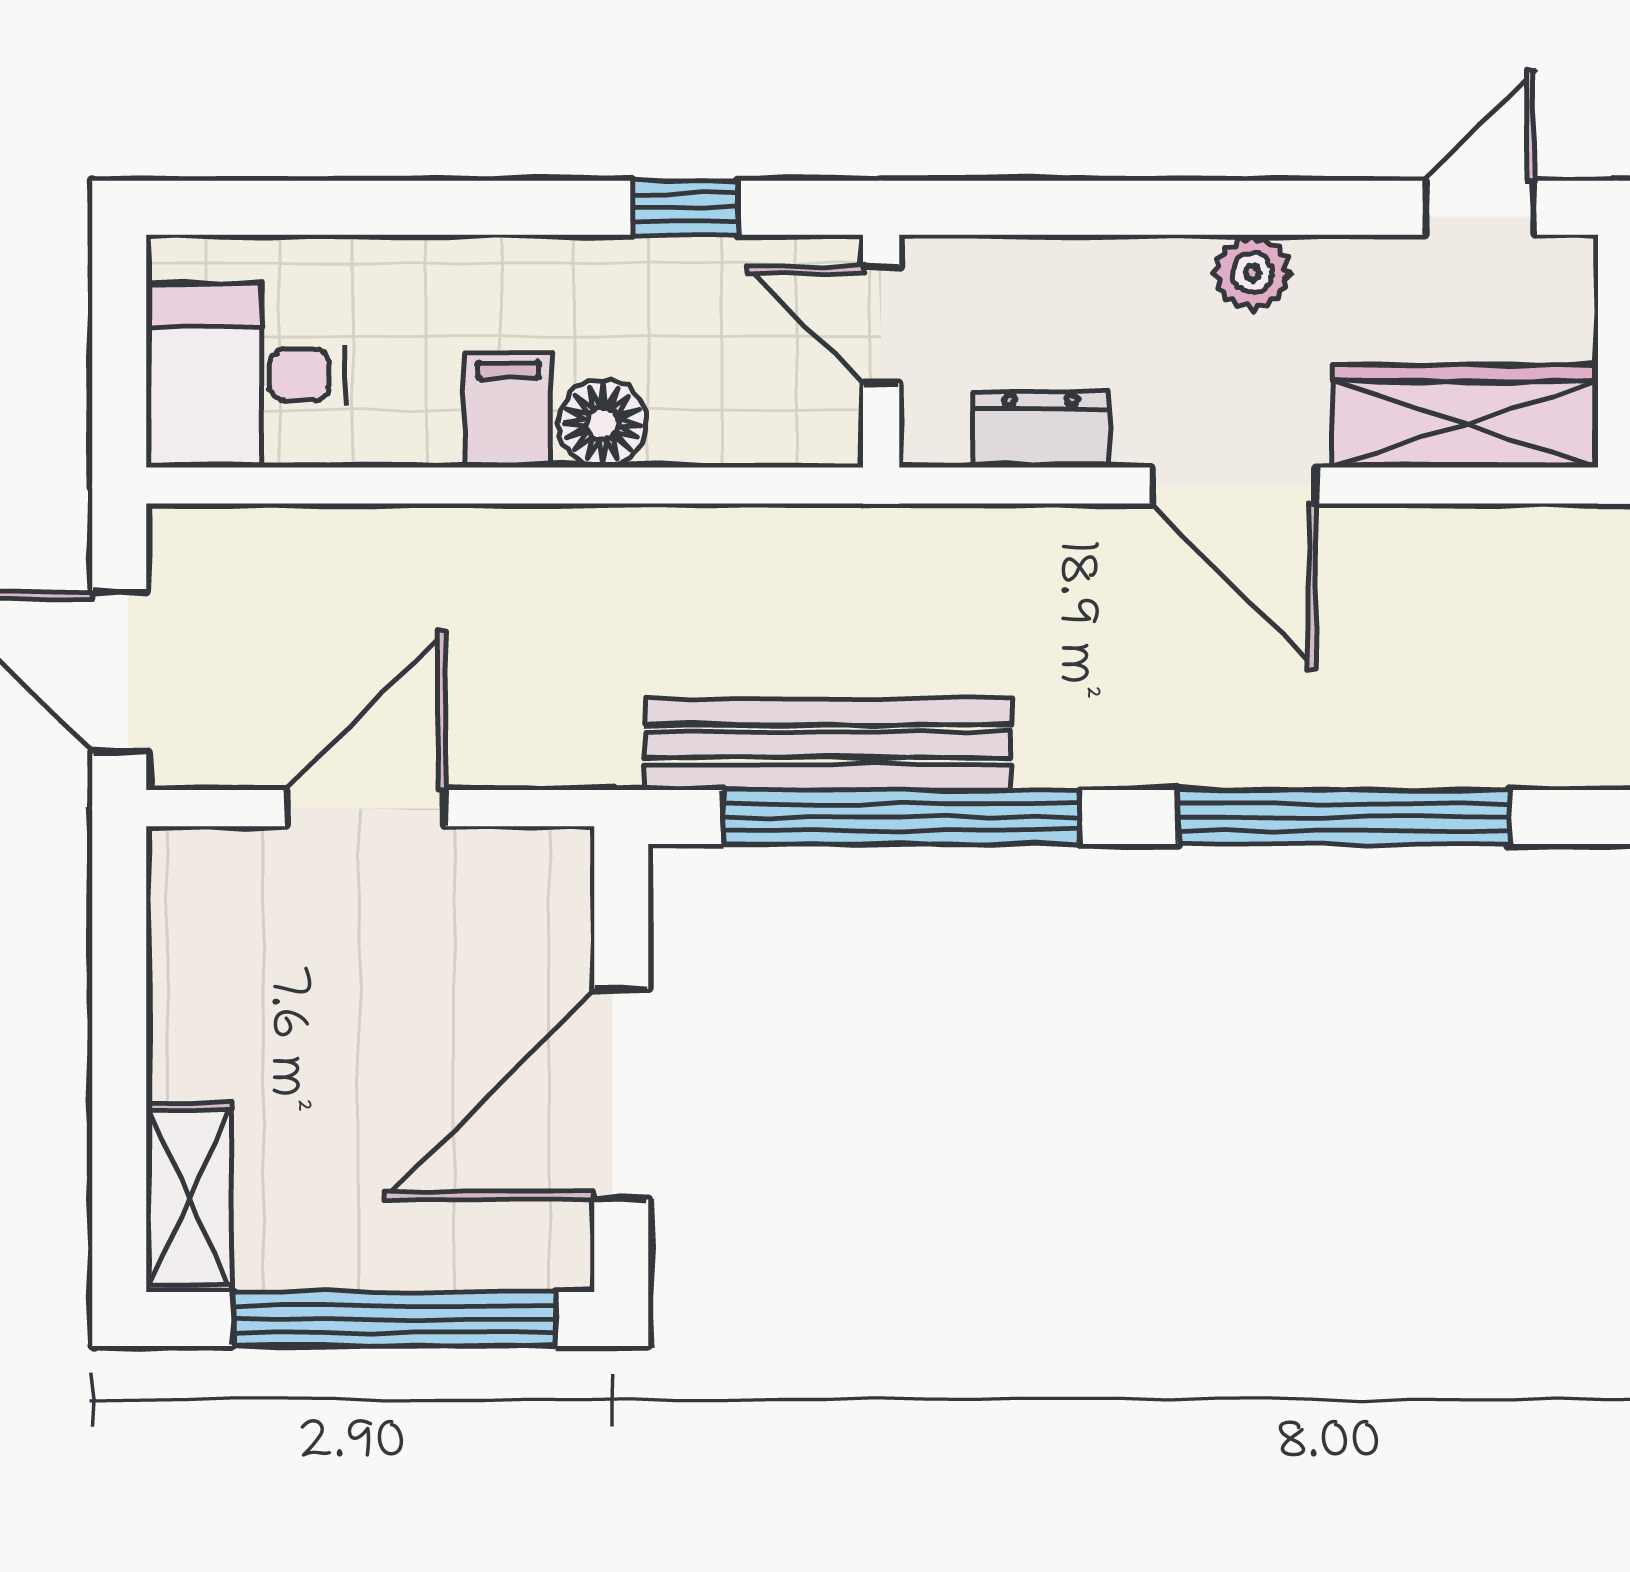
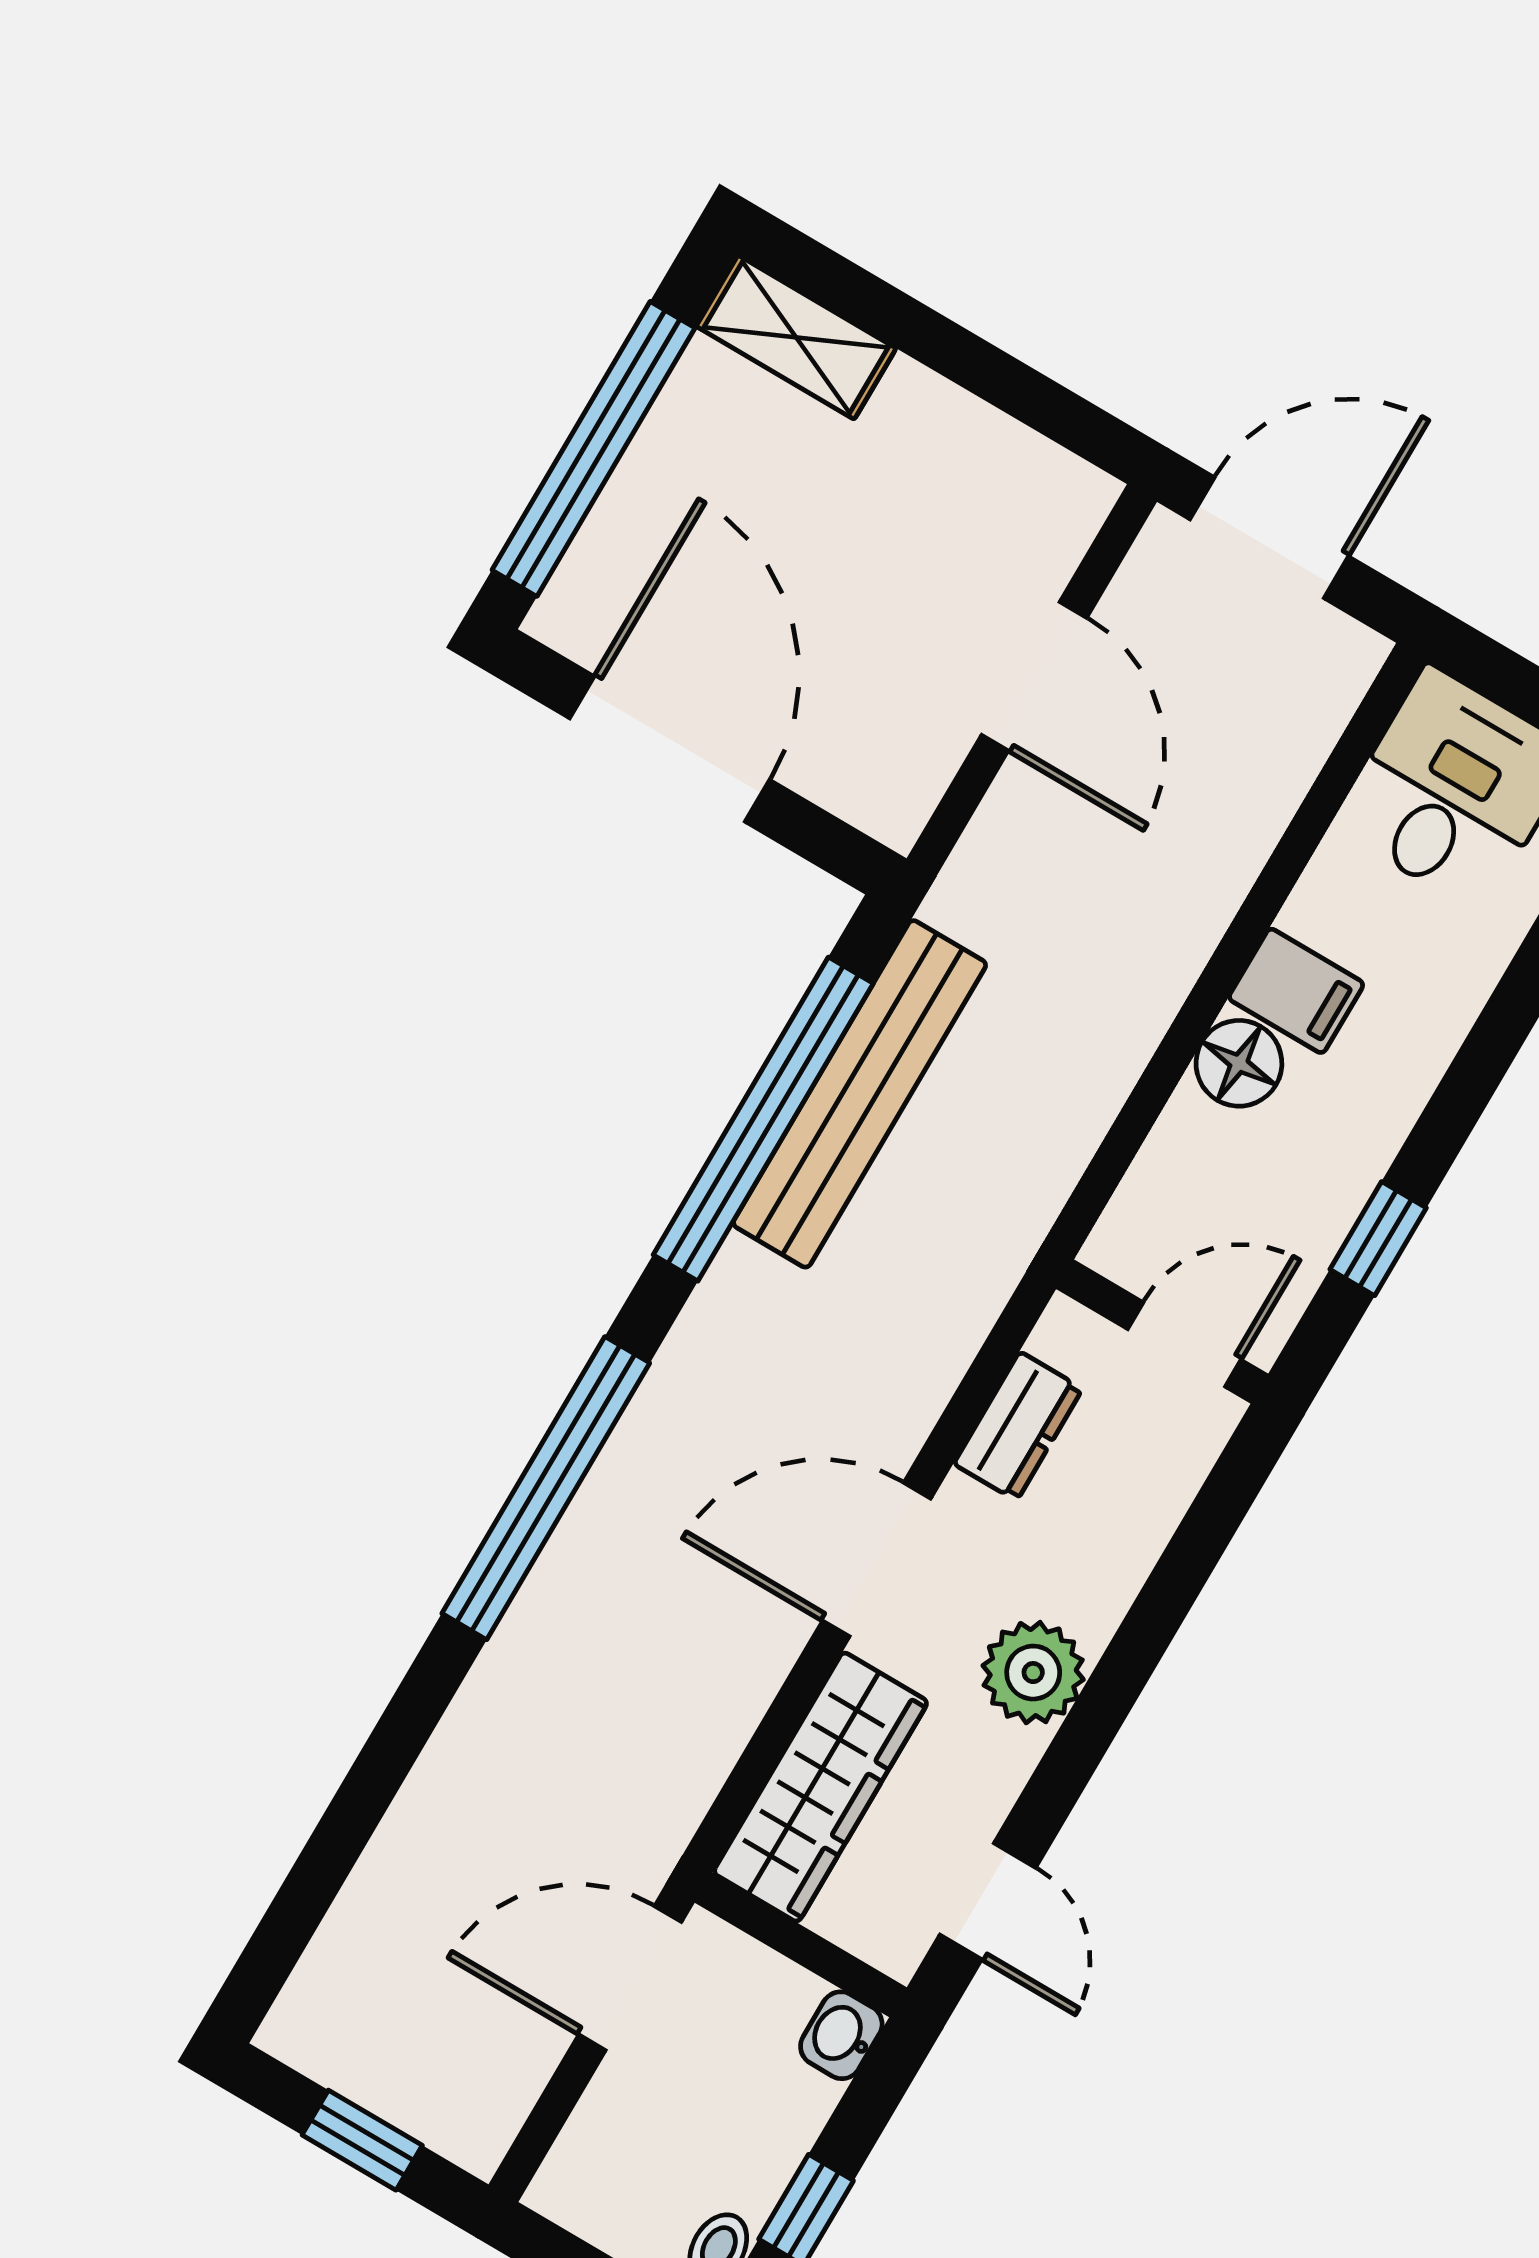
plant: (1252, 273) -> (1033, 1673), width x1.38, depth x1.38

